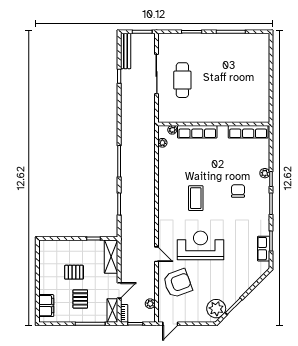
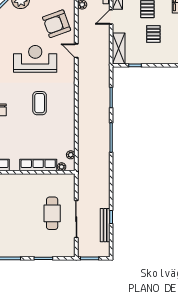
bench: (126, 51) -> (105, 225), moved
reception desk: (200, 245) -> (35, 59), turned 180
pallet: (74, 272) -> (153, 34), turned 90

